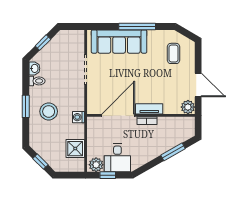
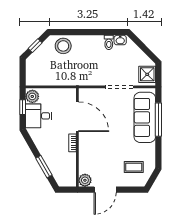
window: (137, 26) -> (158, 120), moved
window: (43, 43) -> (144, 48), removed
window: (26, 106) -> (86, 32), removed
tv unit: (149, 109) -> (83, 145), removed
stool: (49, 111) -> (63, 46), moved
washing machine: (78, 117) -> (76, 80), removed
shower: (75, 149) -> (147, 74), moved

